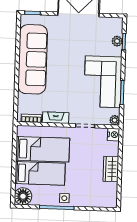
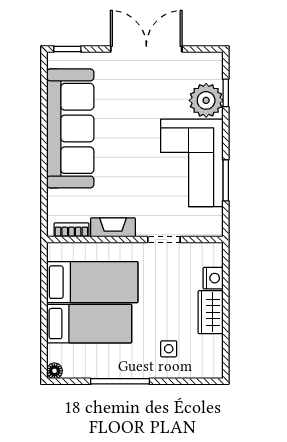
plant: (117, 41) -> (206, 100), width x1.87, depth x1.87
plant: (115, 120) -> (214, 228), removed
nightstand: (113, 135) -> (213, 278), moved
floor lamp: (23, 196) -> (54, 371), width x0.53, depth x0.53
side table: (64, 198) -> (169, 349), moved

